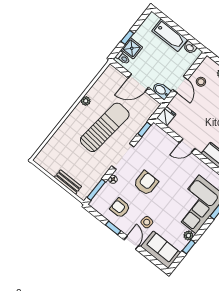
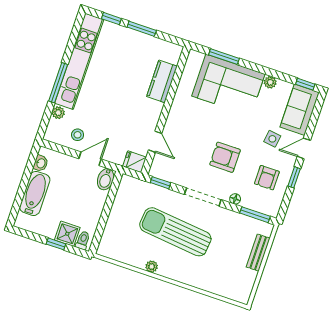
door: (138, 83) -> (106, 211), removed
door: (187, 146) -> (155, 142), moved
window: (189, 247) -> (305, 84), moved

